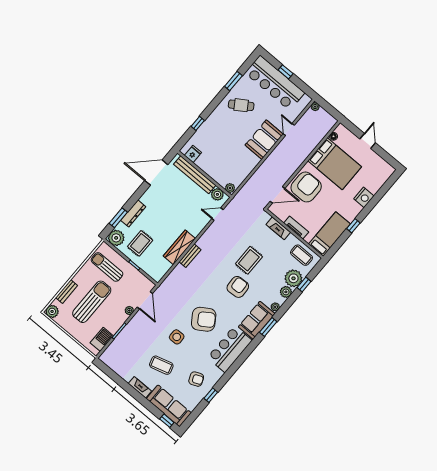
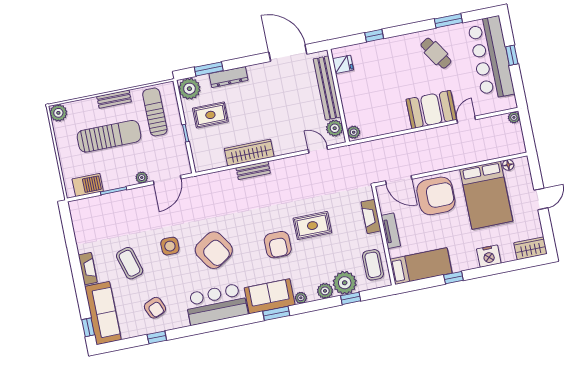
wardrobe: (384, 174) -> (531, 248), added
armchair: (238, 287) -> (278, 245), turned 93
bench: (67, 292) -> (114, 99), moved

